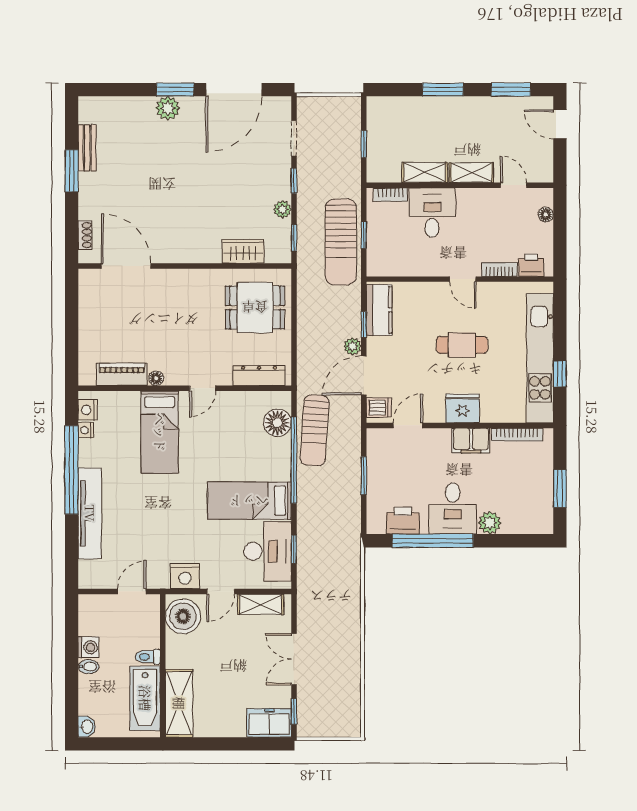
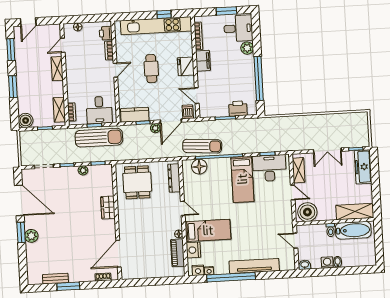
boiler: (380, 109) -> (26, 120), added
shelving: (425, 172) -> (59, 110), moved
desk: (432, 213) -> (99, 110), moved, turned -90
wardrobe: (243, 251) -> (108, 208), moved
door: (364, 375) -> (171, 121), hinge flipped
desk: (453, 509) -> (238, 28), moved
printer: (403, 521) -> (238, 108), moved, turned 90
nightstand: (185, 576) -> (193, 250), moved, turned 180
freezer: (269, 723) -> (363, 167), width x1.40
washbasin: (87, 727) -> (305, 265), moved

